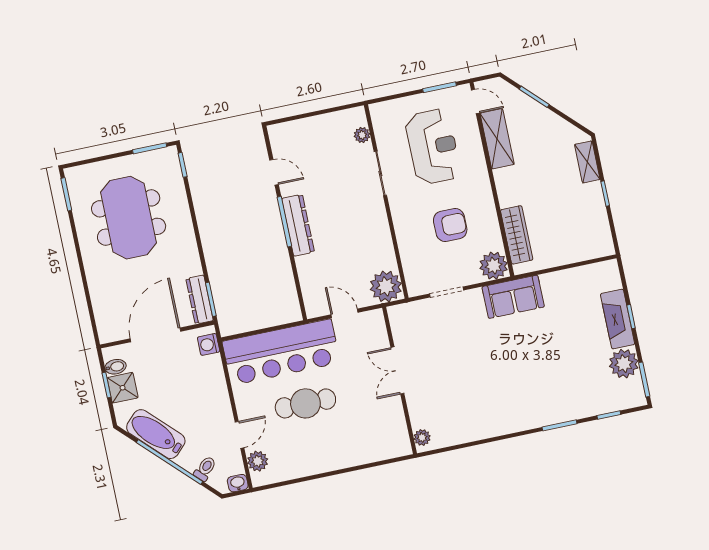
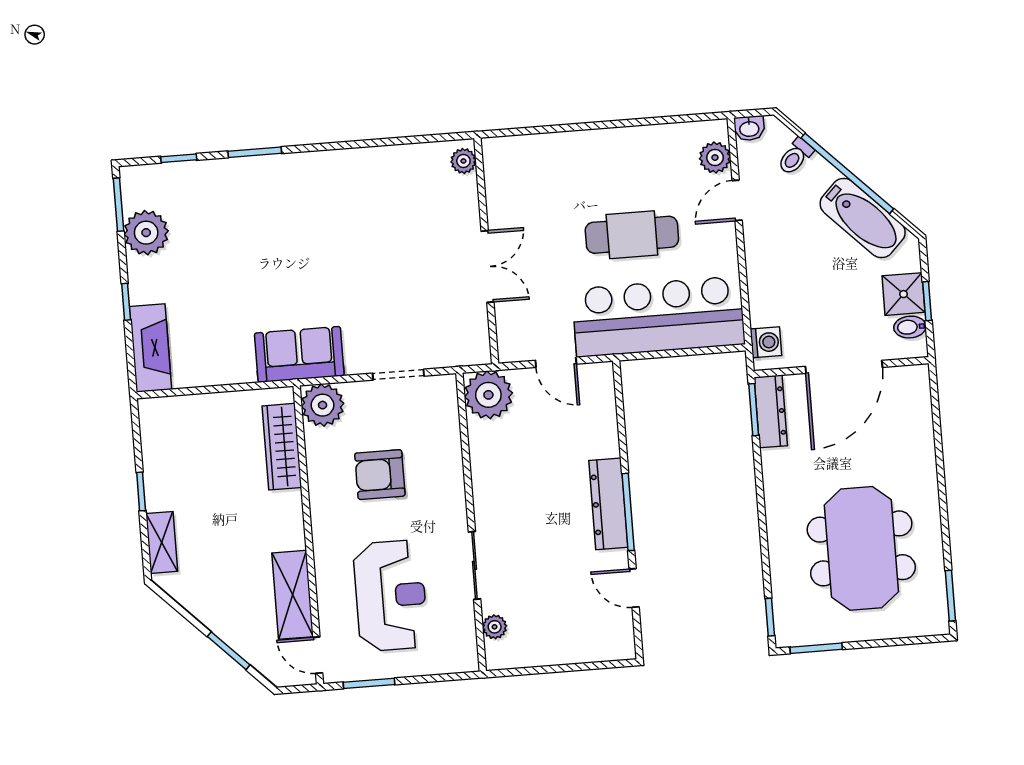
reception desk: (433, 147) -> (391, 596), turned 180
fireplace: (618, 319) -> (151, 348), moved

